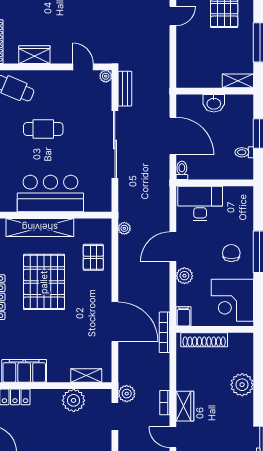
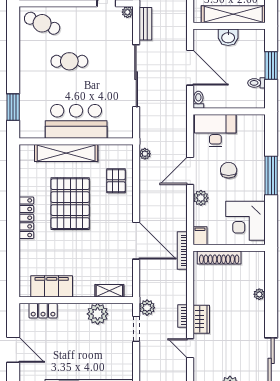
shelving: (238, 81) -> (233, 14), width x2.20, depth x1.33
chair: (231, 253) -> (229, 170), moved
plant: (242, 385) -> (259, 294), width x0.53, depth x0.53

